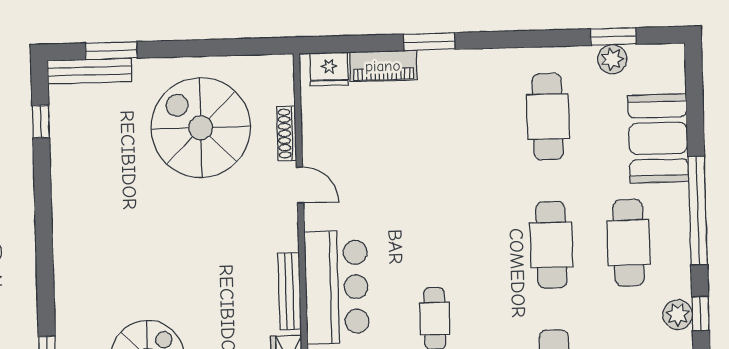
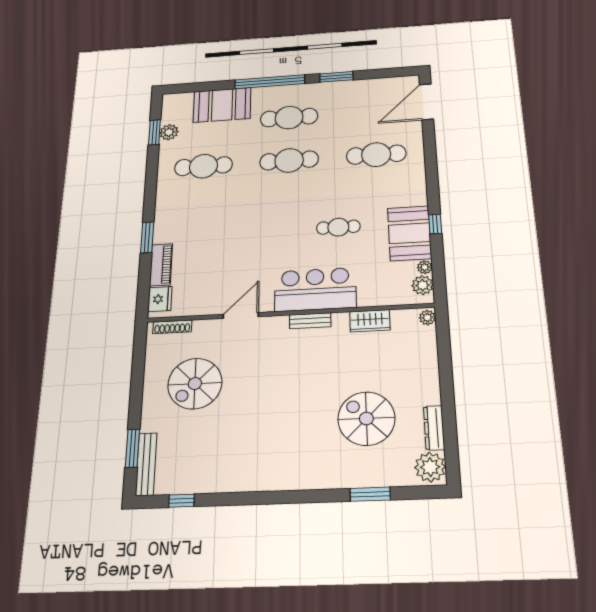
spiral stairs: (201, 128) -> (195, 384), width x0.73, depth x0.73
shoe rack: (287, 133) -> (172, 327), moved
door: (300, 185) -> (241, 315), width x1.38
bench: (290, 291) -> (310, 321), width x0.73
window: (701, 313) -> (336, 77), width x1.50
plant: (678, 315) -> (337, 89), removed

